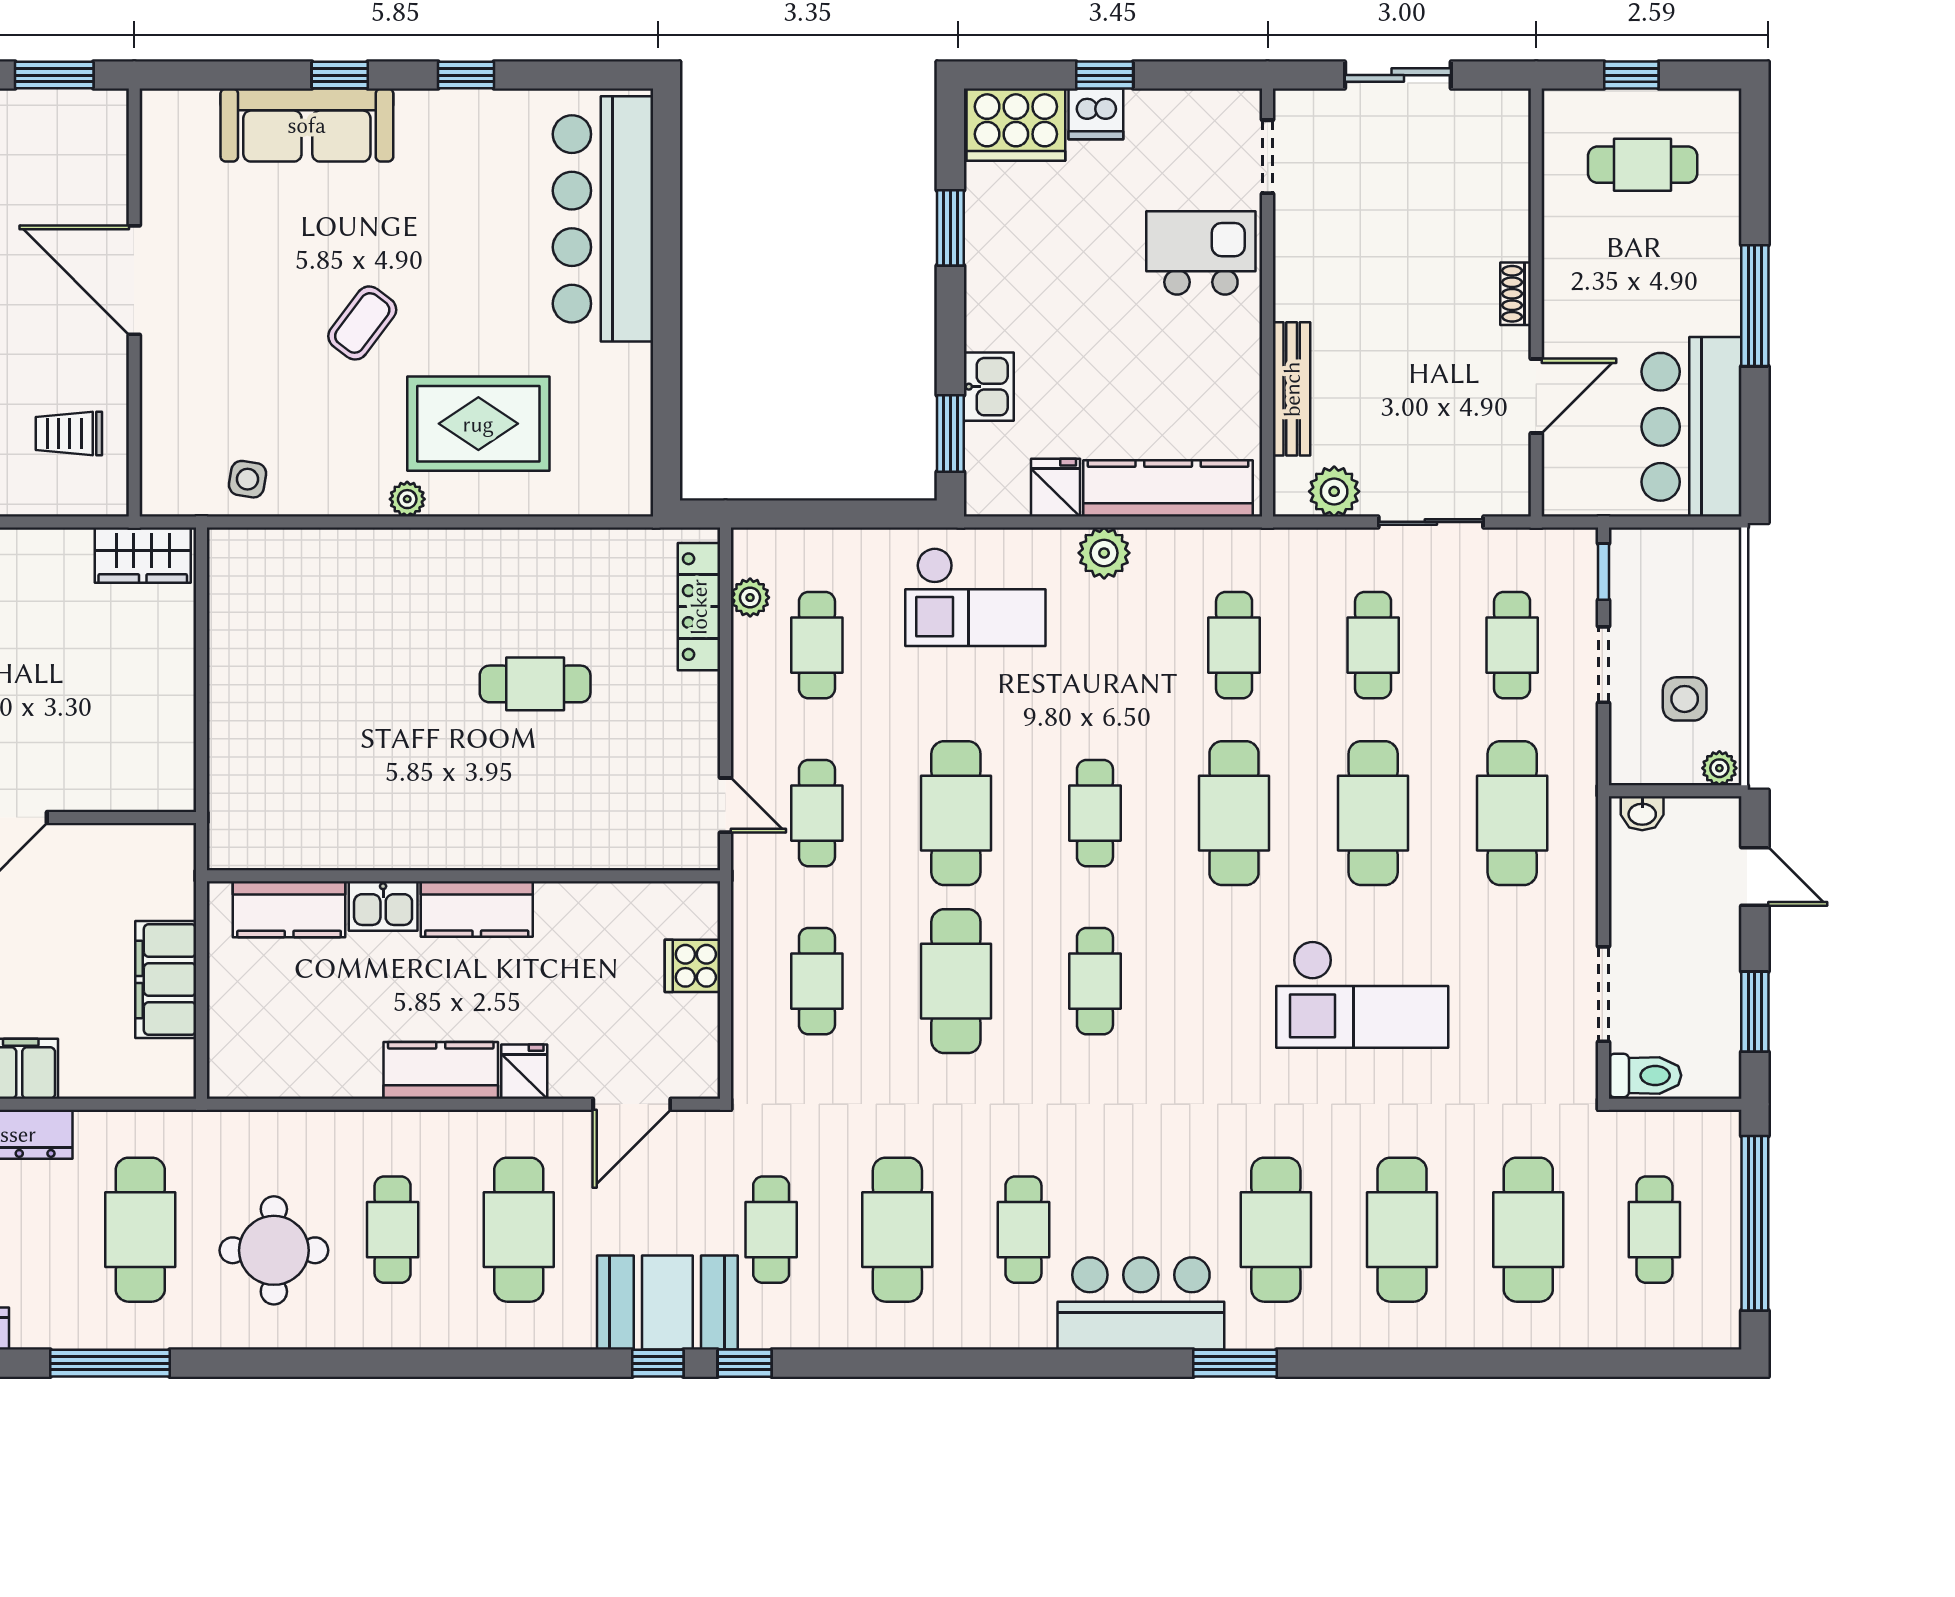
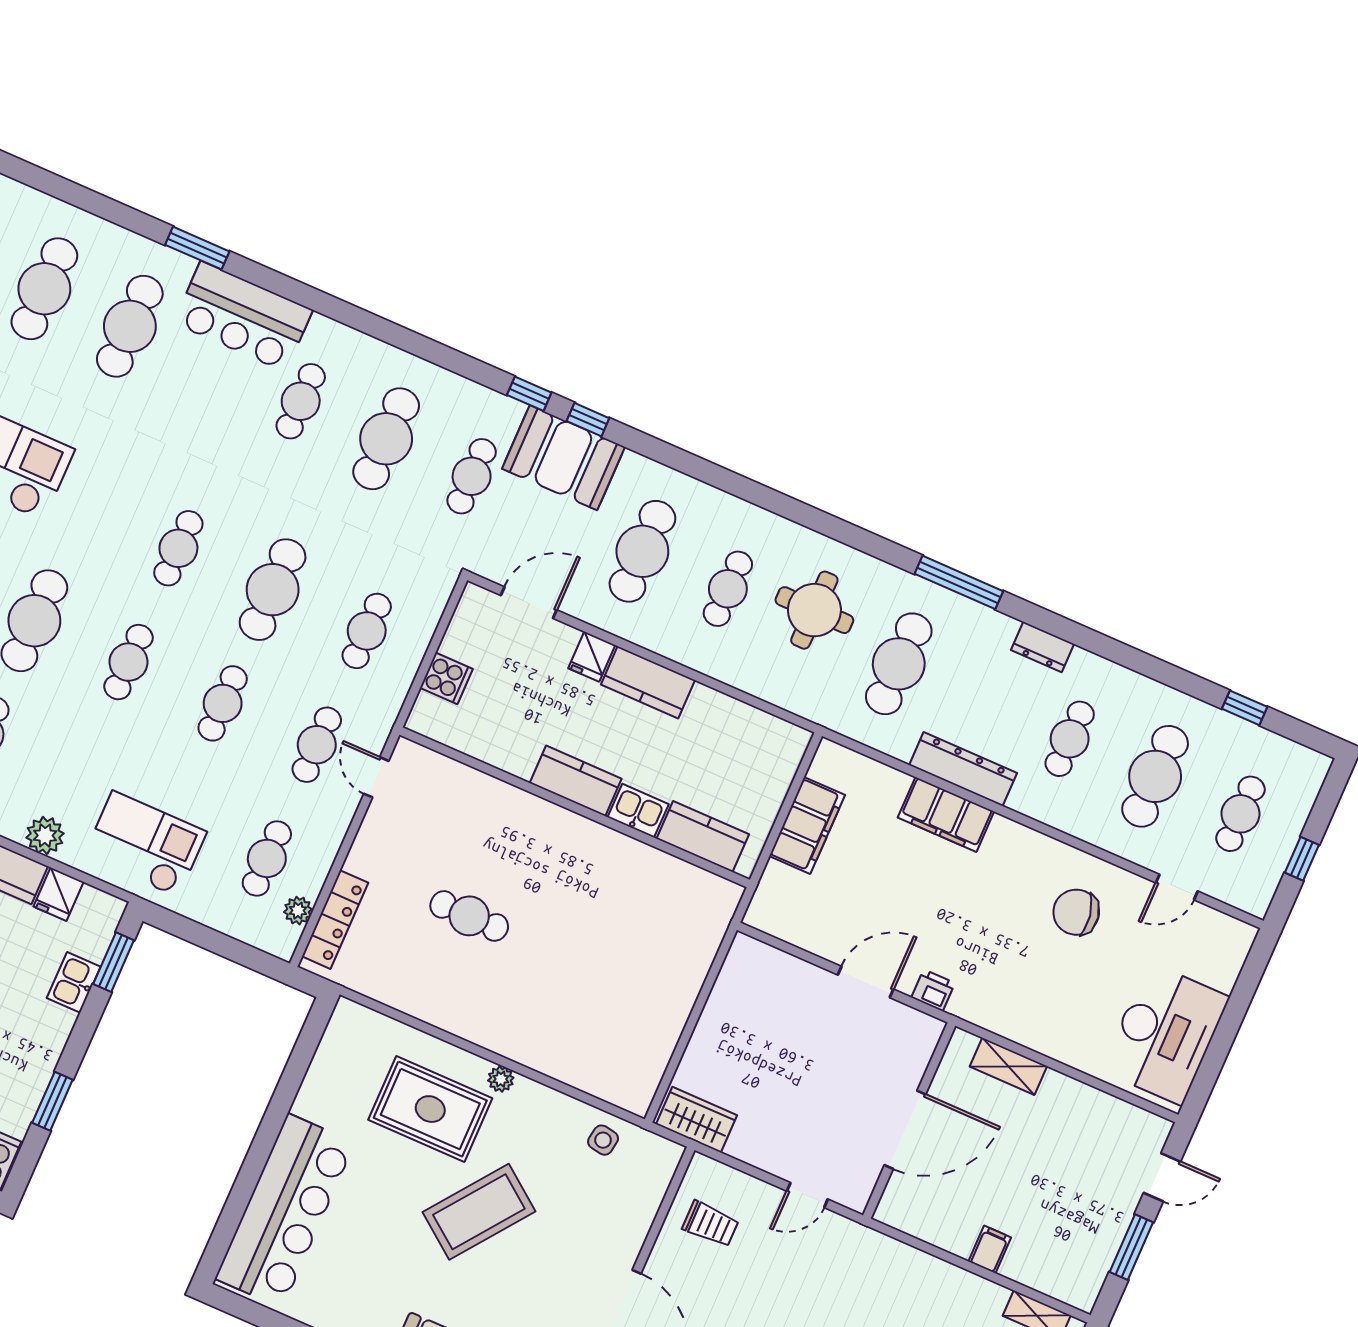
coffee table: (362, 323) -> (479, 1212), width x1.86, depth x1.72
cafe table: (956, 813) -> (223, 703), width x0.73, depth x0.74

